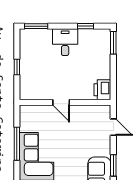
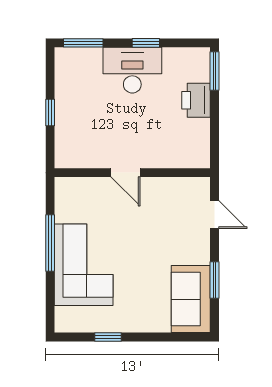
window: (85, 26) -> (146, 43), moved
desk: (65, 42) -> (132, 70), width x1.37
printer: (102, 90) -> (196, 100), moved

